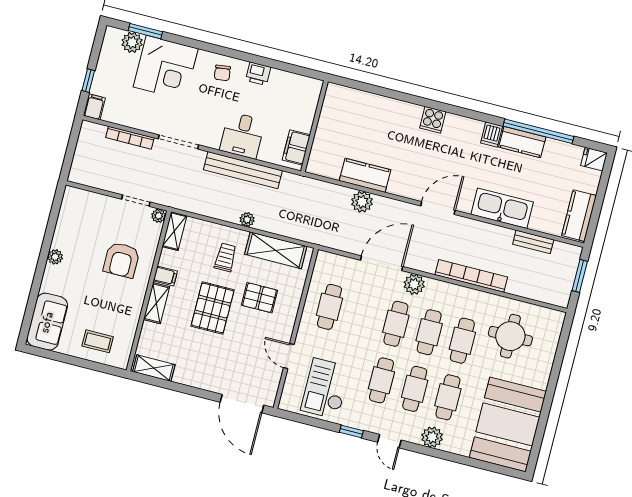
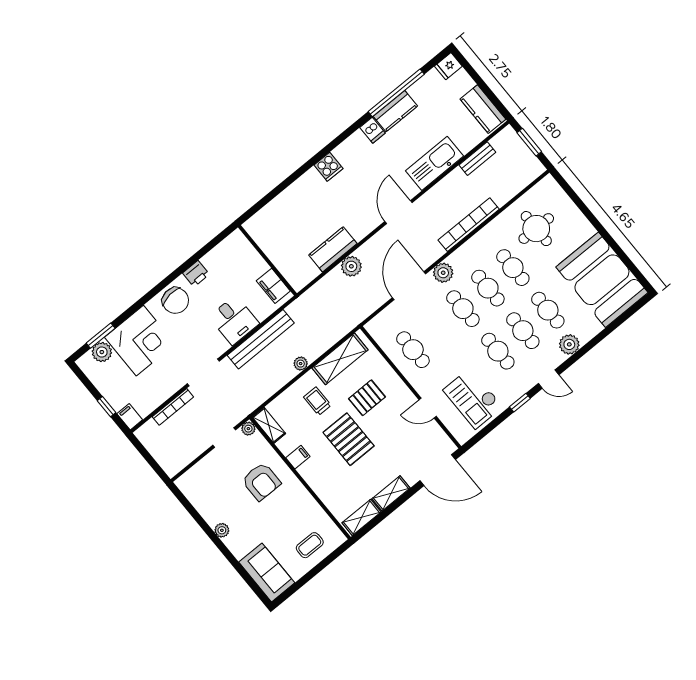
chair: (222, 73) -> (175, 301), width x1.87, depth x1.87
shelving: (156, 303) -> (391, 493), moved, turned 90

